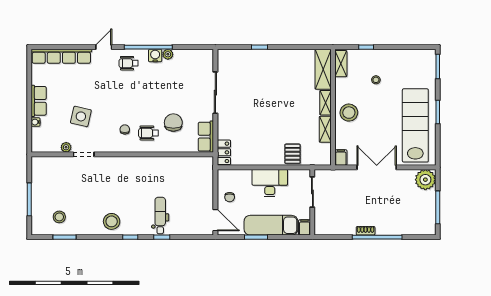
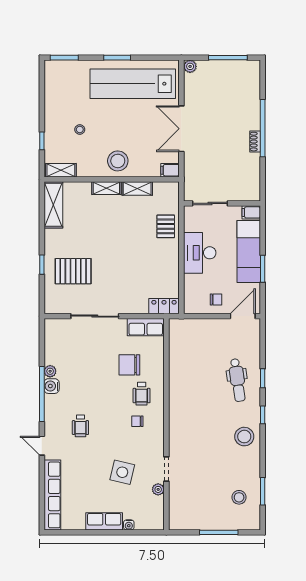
wheelchair: (129, 63) -> (80, 426), moved
shelving: (323, 69) -> (53, 205), moved, turned 90
pallet: (254, 74) -> (73, 271), added
pallet: (293, 154) -> (166, 226), turned 90
plant: (425, 180) -> (190, 66), width x0.53, depth x0.53
dental chair: (160, 216) -> (237, 380), turned -98

